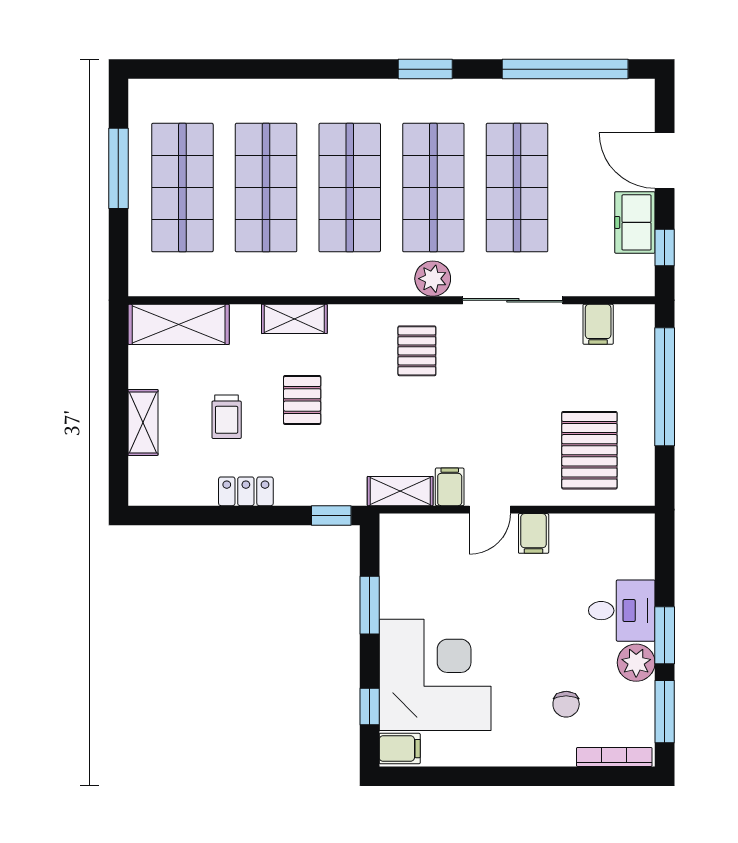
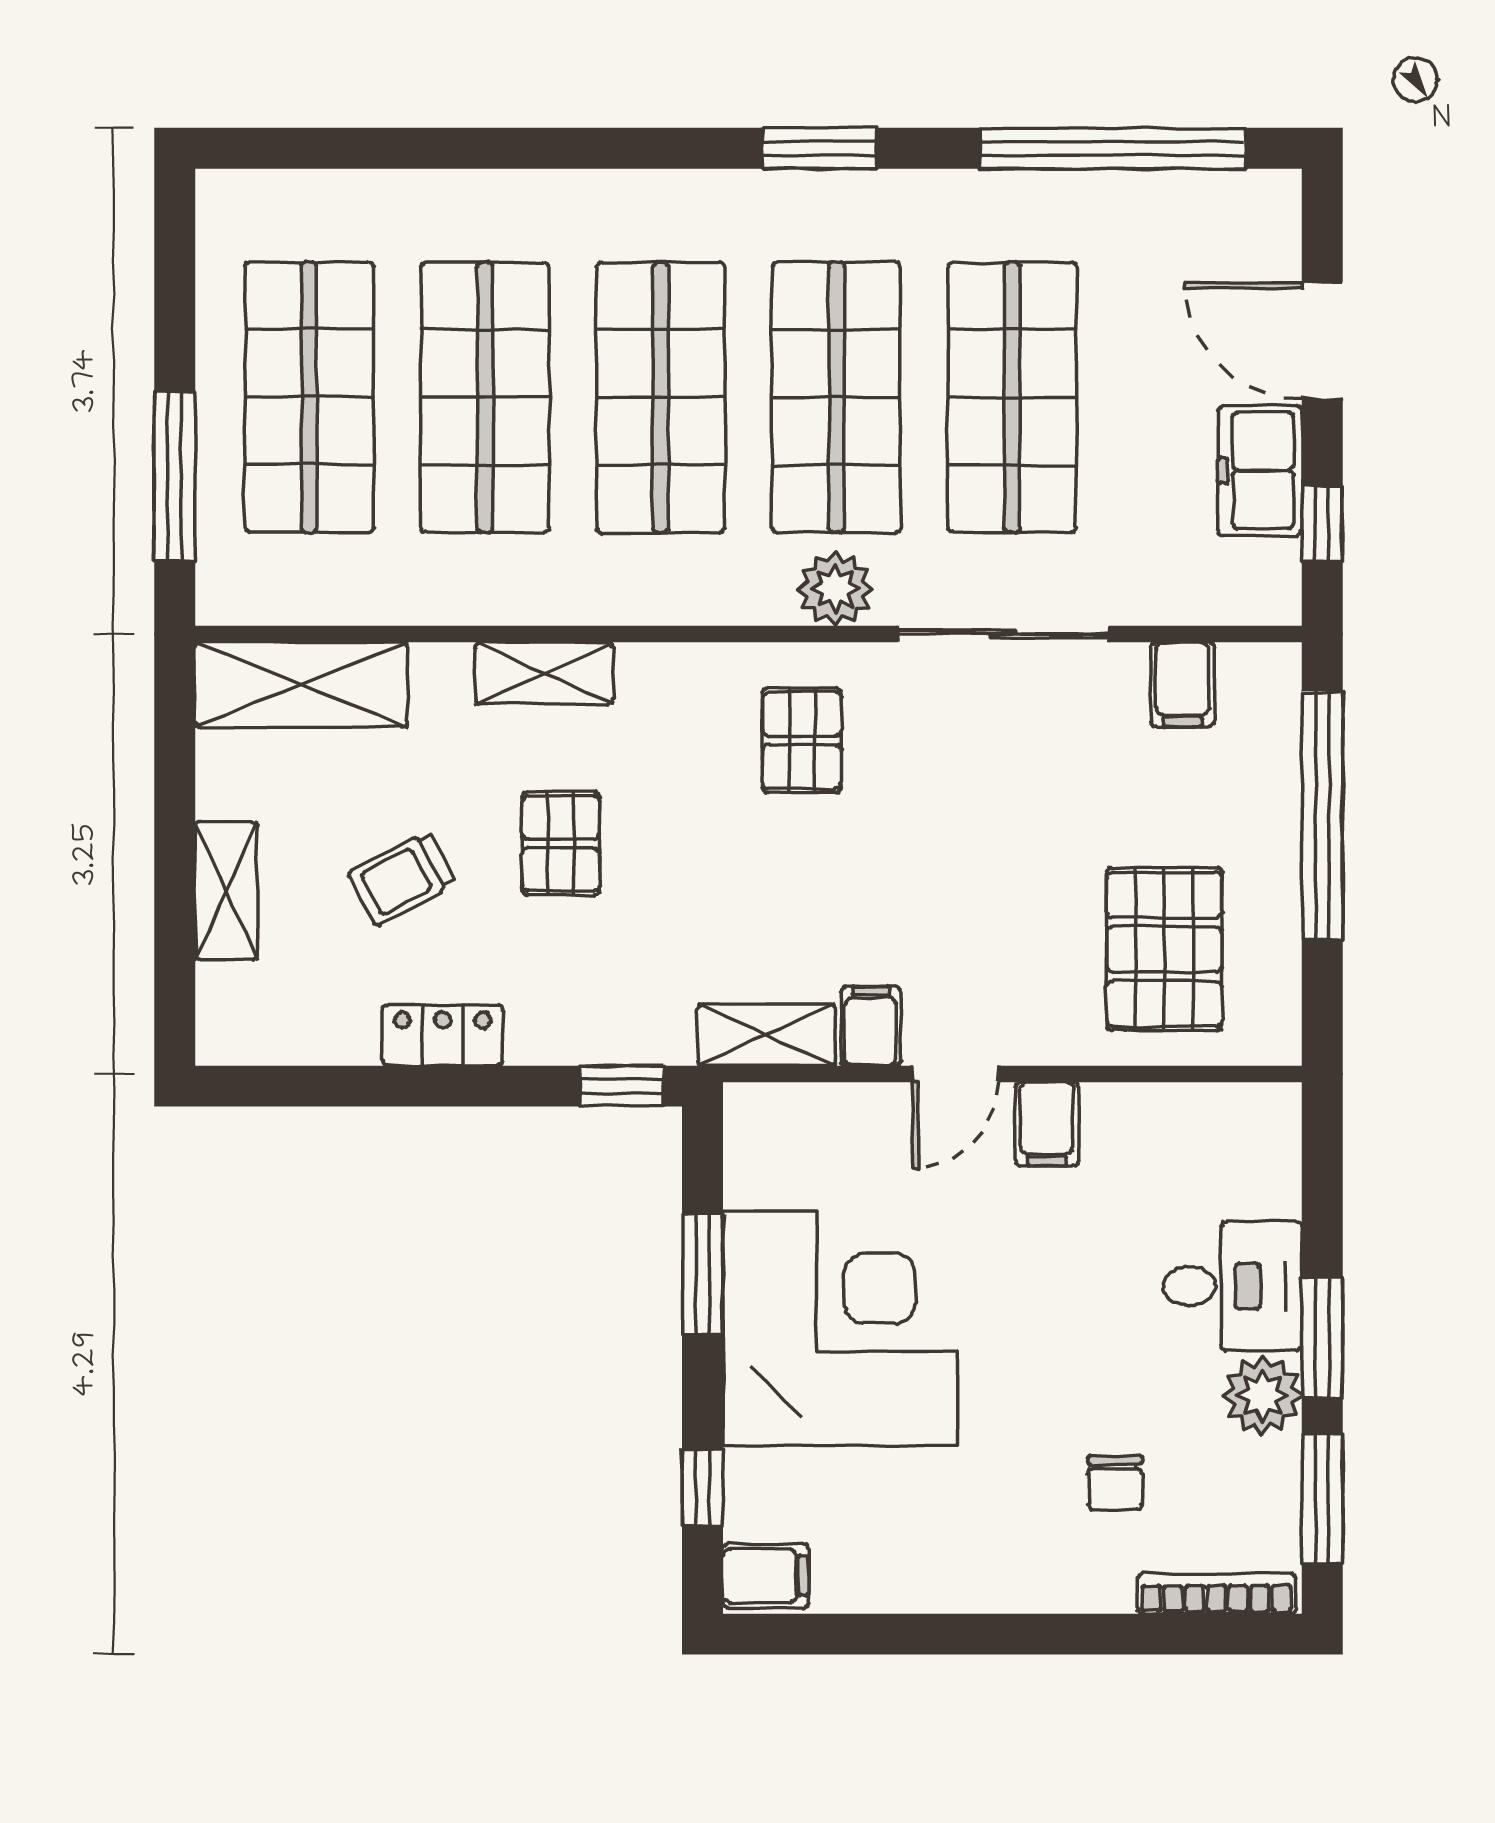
window: (118, 168) -> (175, 476), moved
trolley: (227, 417) -> (402, 879), turned 62
corner desk: (435, 675) -> (840, 1328), moved

